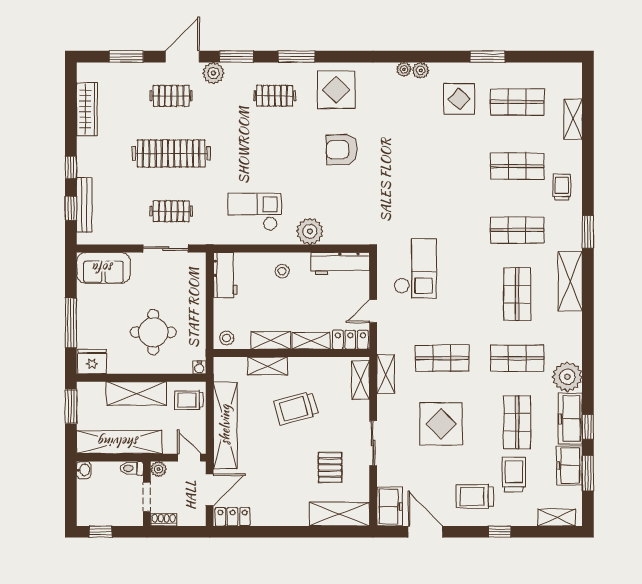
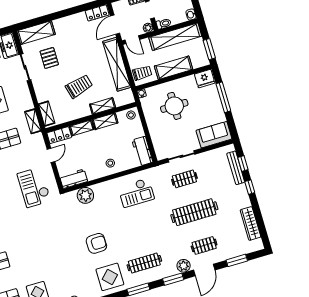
clothes rail: (275, 96) -> (144, 263), width x1.36
plant: (310, 231) -> (85, 195), moved
workbench: (340, 263) -> (74, 179), width x0.73
sliding door: (373, 443) -> (25, 67), moved

